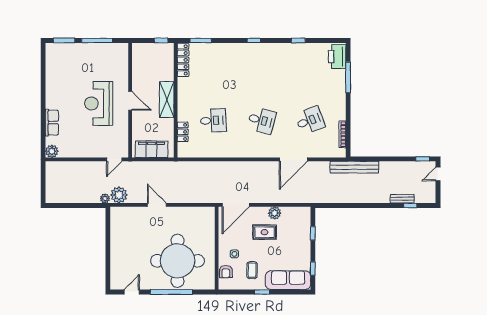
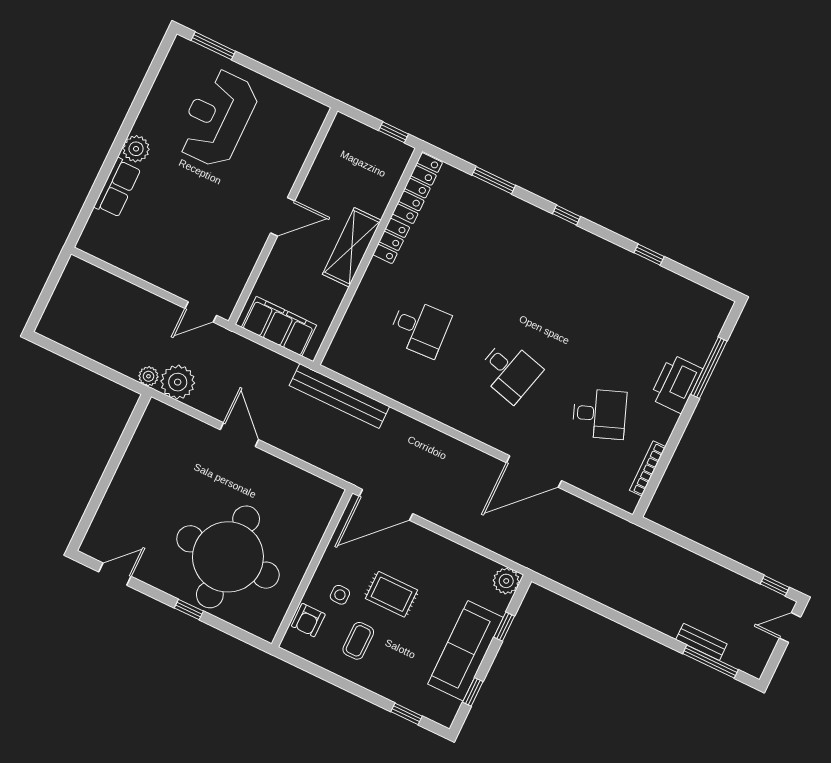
window: (97, 40) -> (275, 75), removed
window: (201, 40) -> (494, 180), moved
printer: (337, 57) -> (676, 384), moved
door: (130, 101) -> (283, 217), hinge flipped
reception desk: (99, 103) -> (217, 118), moved
locker: (183, 132) -> (391, 241), moved
plant: (52, 151) -> (136, 149), moved
bench: (354, 167) -> (339, 396), moved
window: (410, 206) -> (710, 662), width x2.17
plant: (275, 213) -> (506, 581), moved
rug: (265, 232) -> (391, 594), moved
sofa: (288, 280) -> (465, 651), moved, turned -90
window: (171, 292) -> (189, 610), width x0.32
window: (262, 292) -> (407, 714), moved

